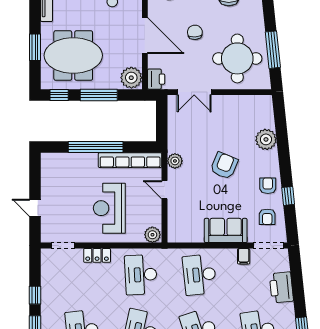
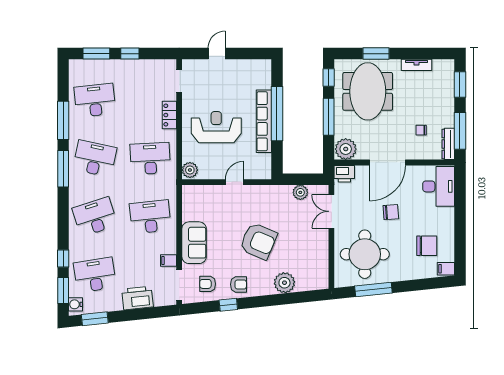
row of seats: (130, 160) -> (264, 121), moved
plant: (175, 161) -> (300, 192), moved
armchair: (224, 166) -> (258, 241), width x1.36, depth x1.36

